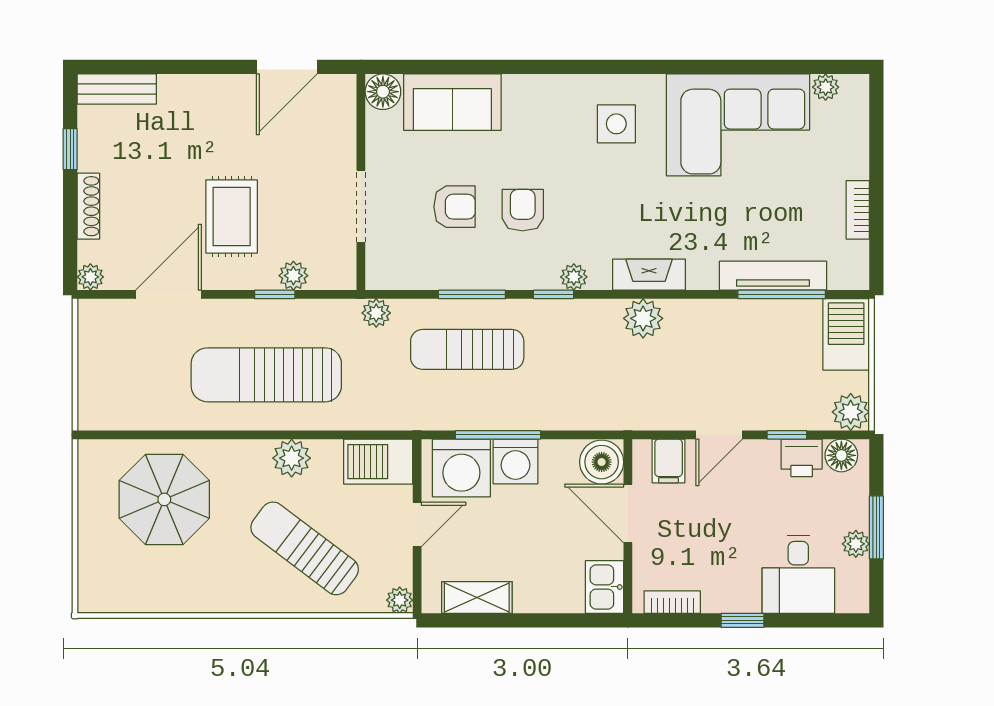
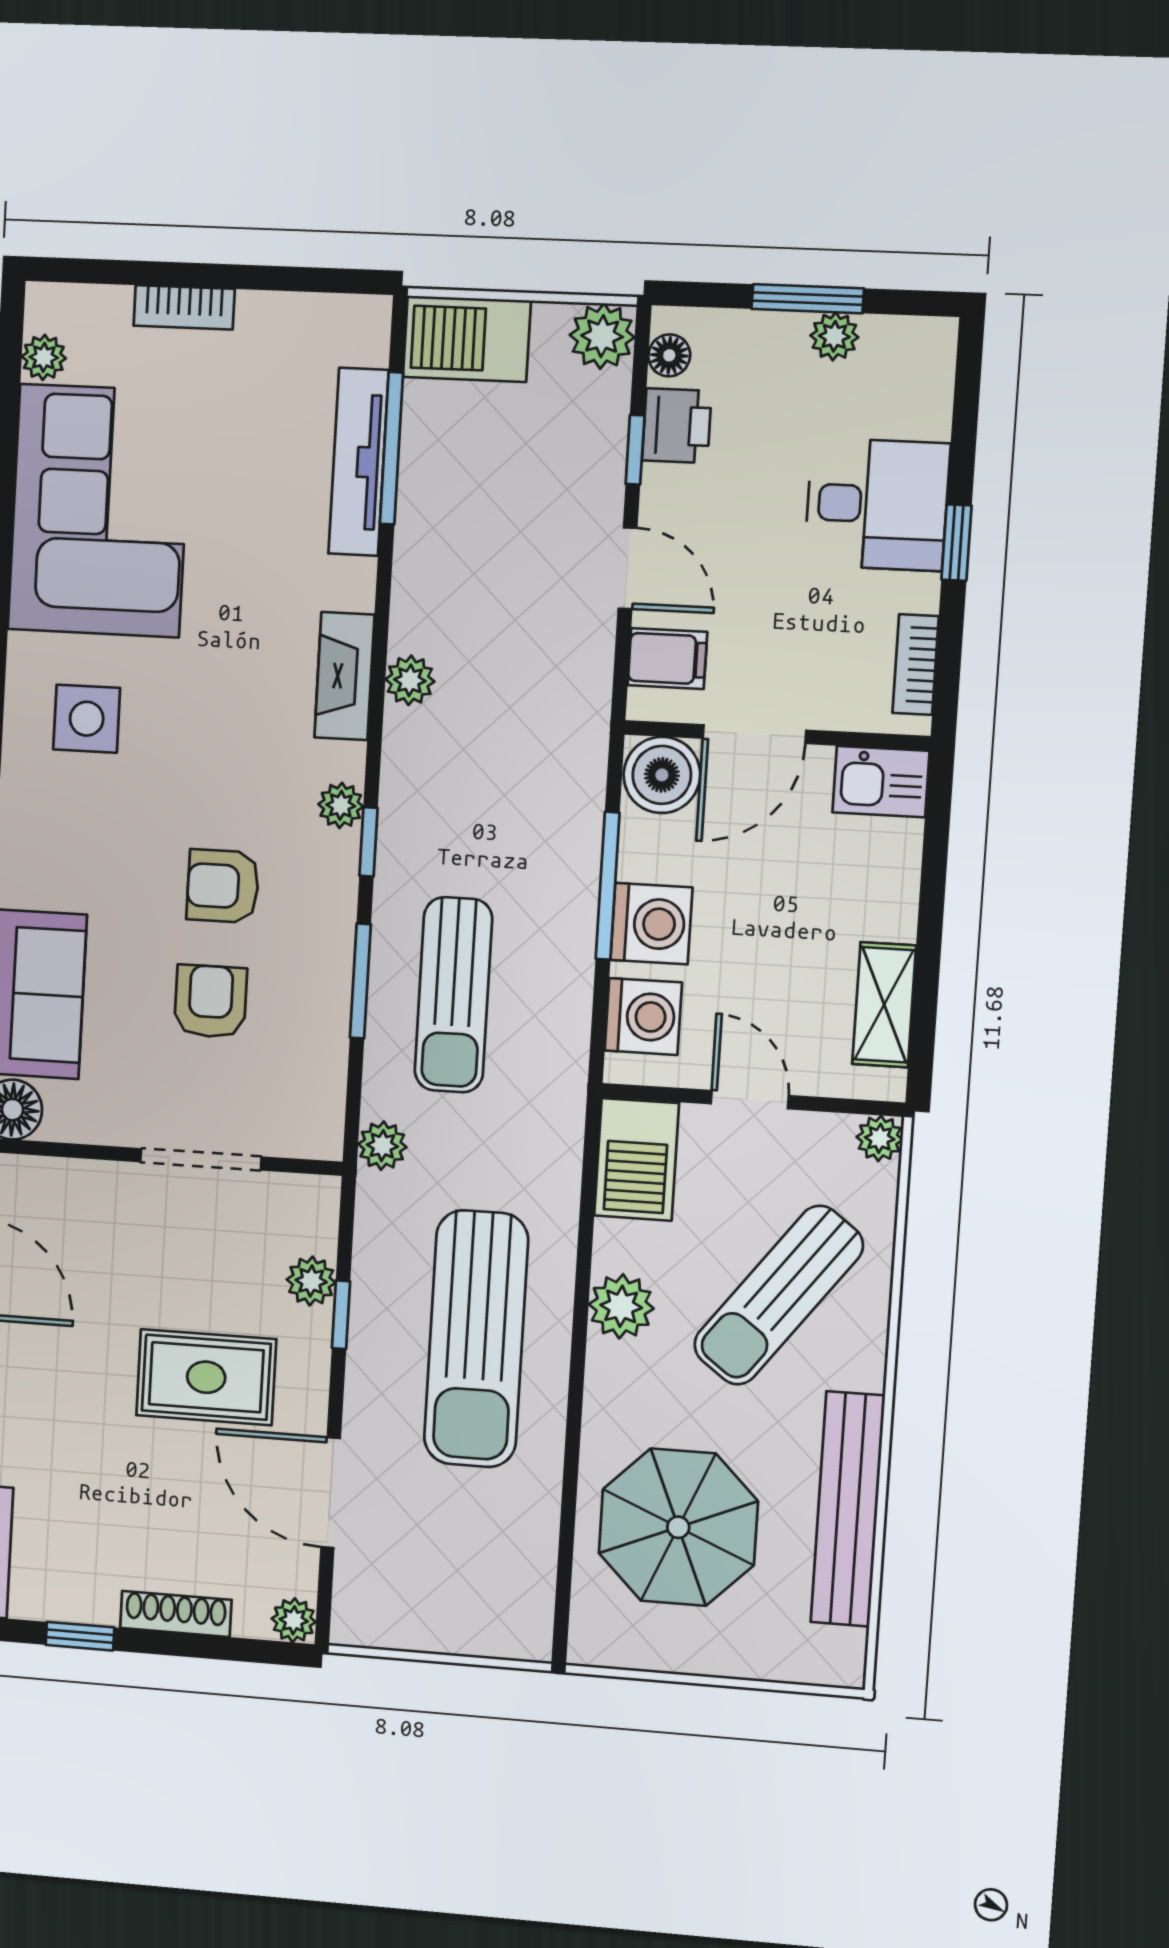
bookcase: (858, 210) -> (184, 307), moved
plant: (643, 318) -> (410, 680), width x0.73, depth x0.73
window: (498, 435) -> (608, 886), moved
floor lamp: (841, 455) -> (669, 355), width x0.73, depth x0.73
washing machine: (461, 468) -> (643, 1017), width x0.73, depth x0.73
desk: (798, 574) -> (877, 504), moved
bench: (183, 596) -> (848, 1509), added

